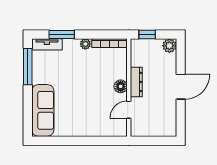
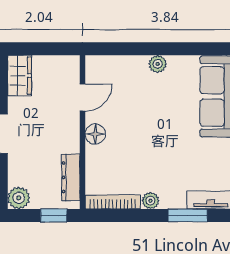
dresser: (136, 82) -> (71, 177), moved
wardrobe: (169, 124) -> (20, 76), added
plant: (81, 131) -> (158, 64), added

